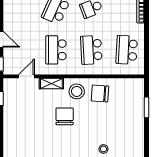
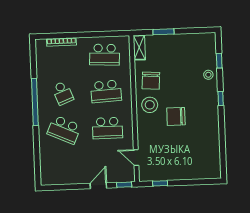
shelving: (51, 84) -> (139, 48), moved

